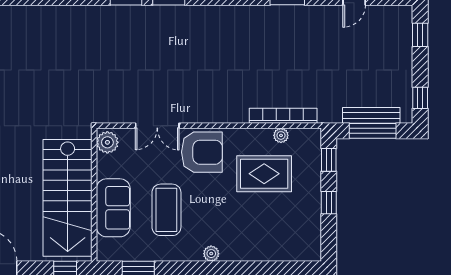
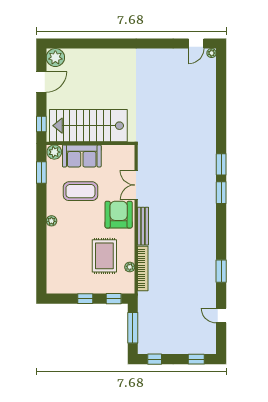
bench: (371, 115) -> (143, 226), moved
plant: (107, 142) -> (54, 152), moved
armchair: (202, 152) -> (119, 215), turned 180

